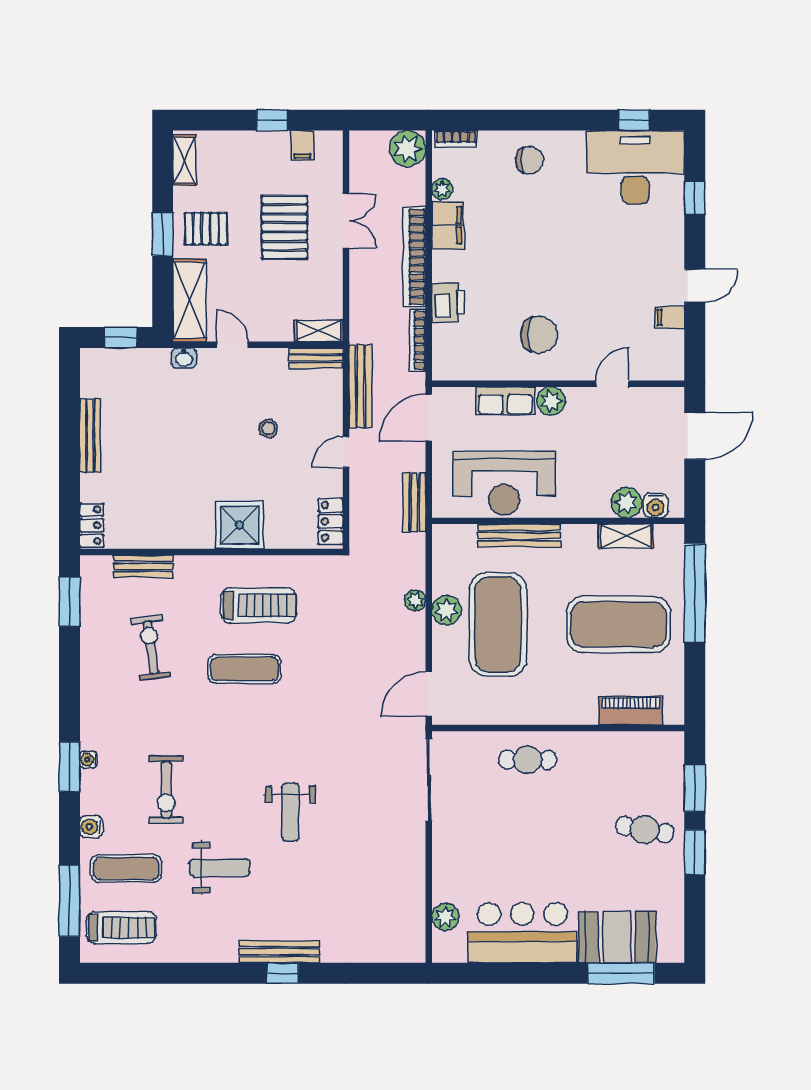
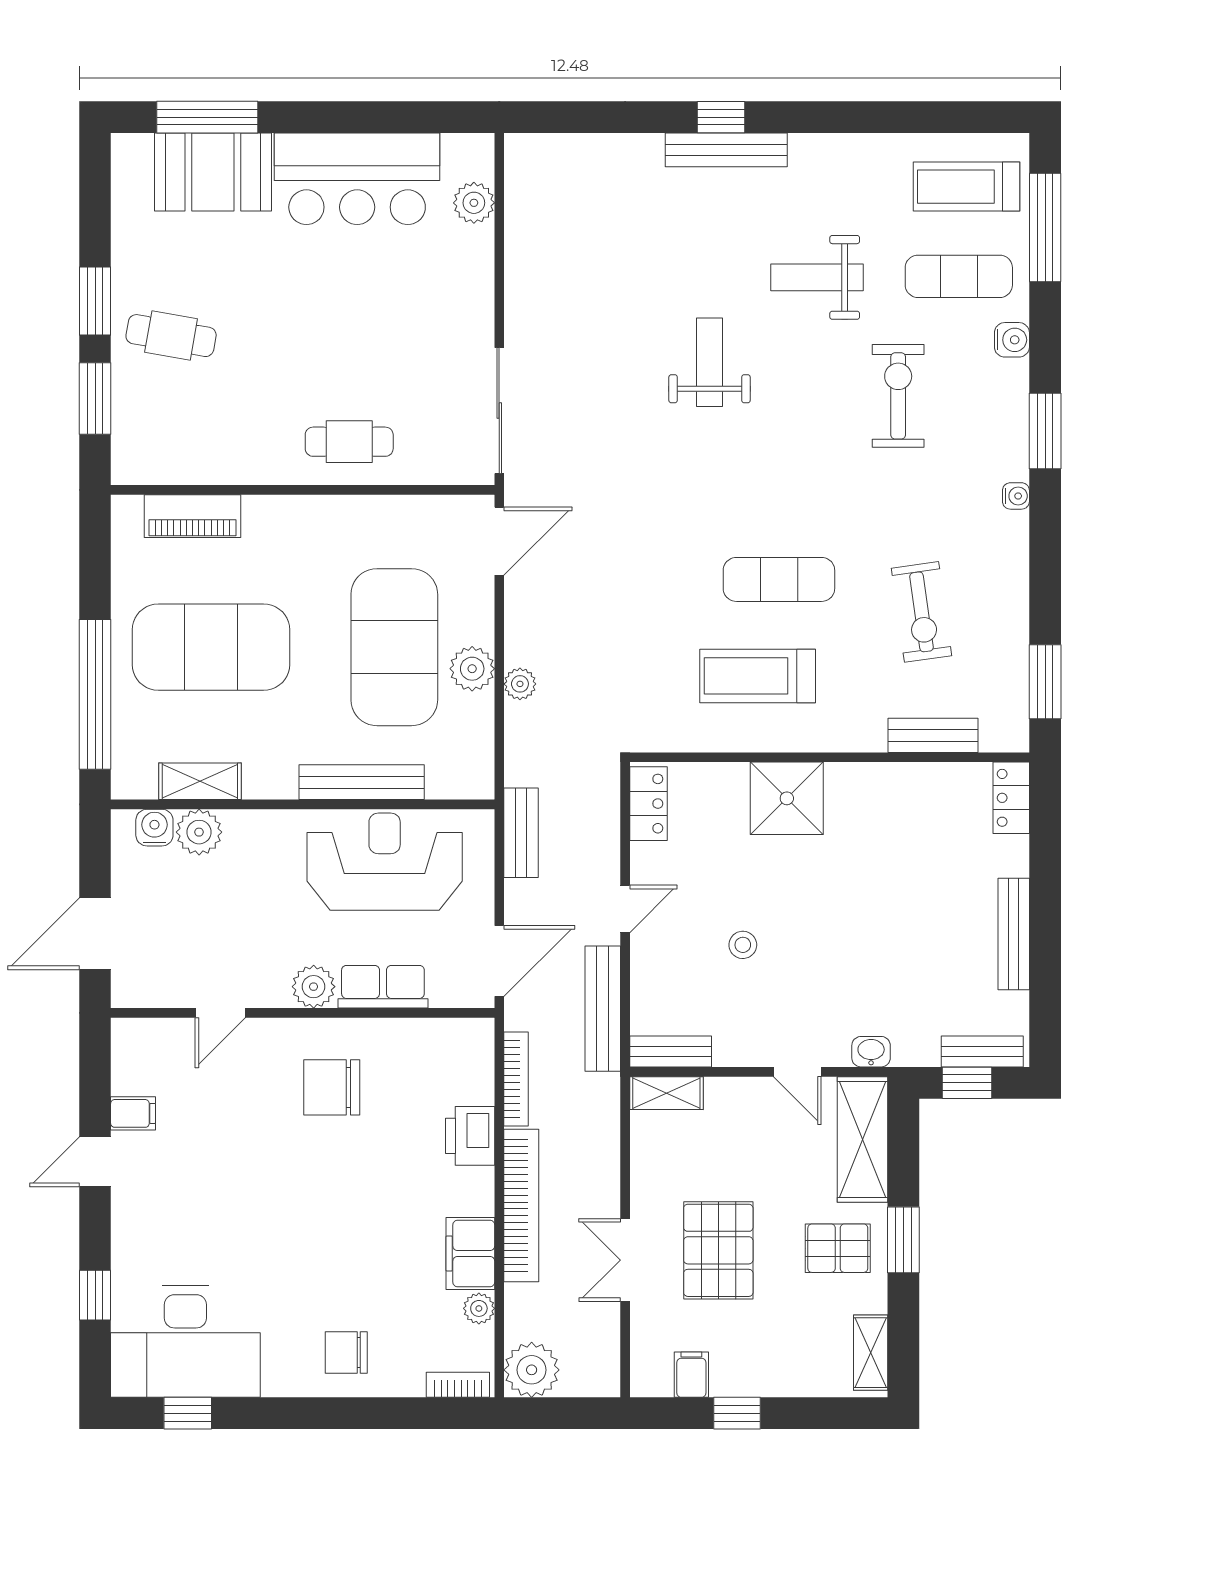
bench: (111, 358) -> (982, 1051), added
water cooler: (89, 760) -> (1016, 496), moved

